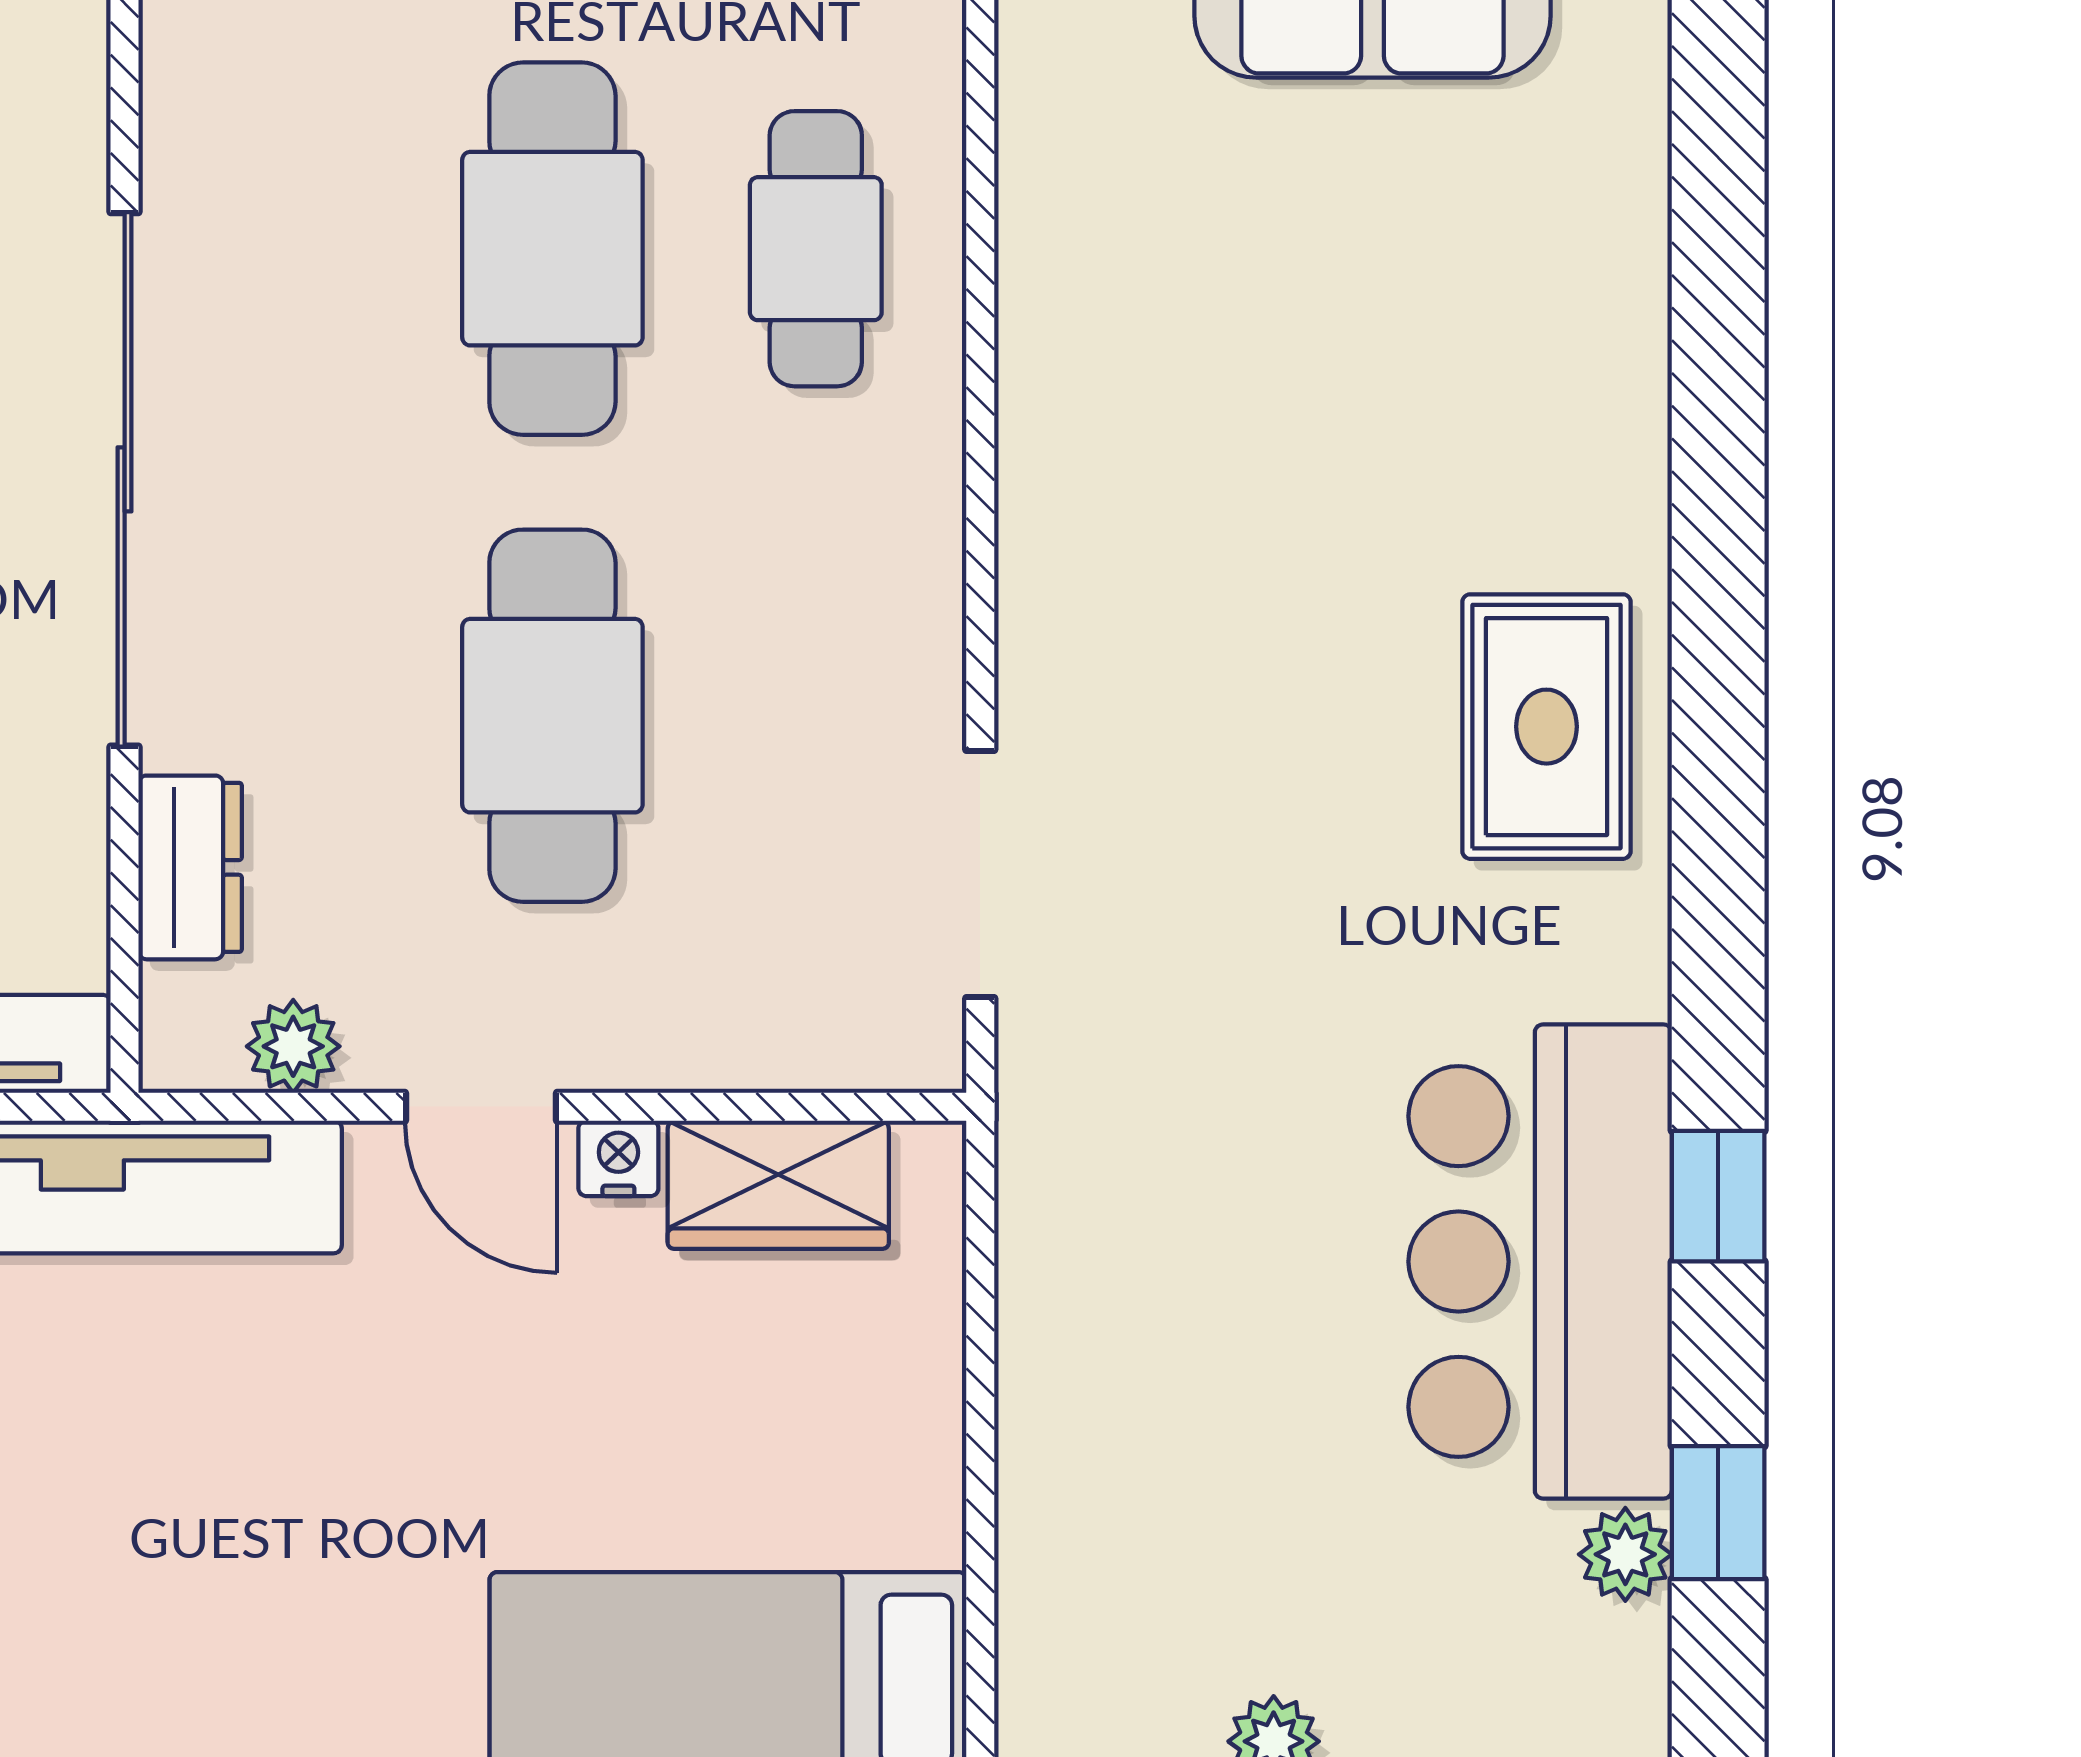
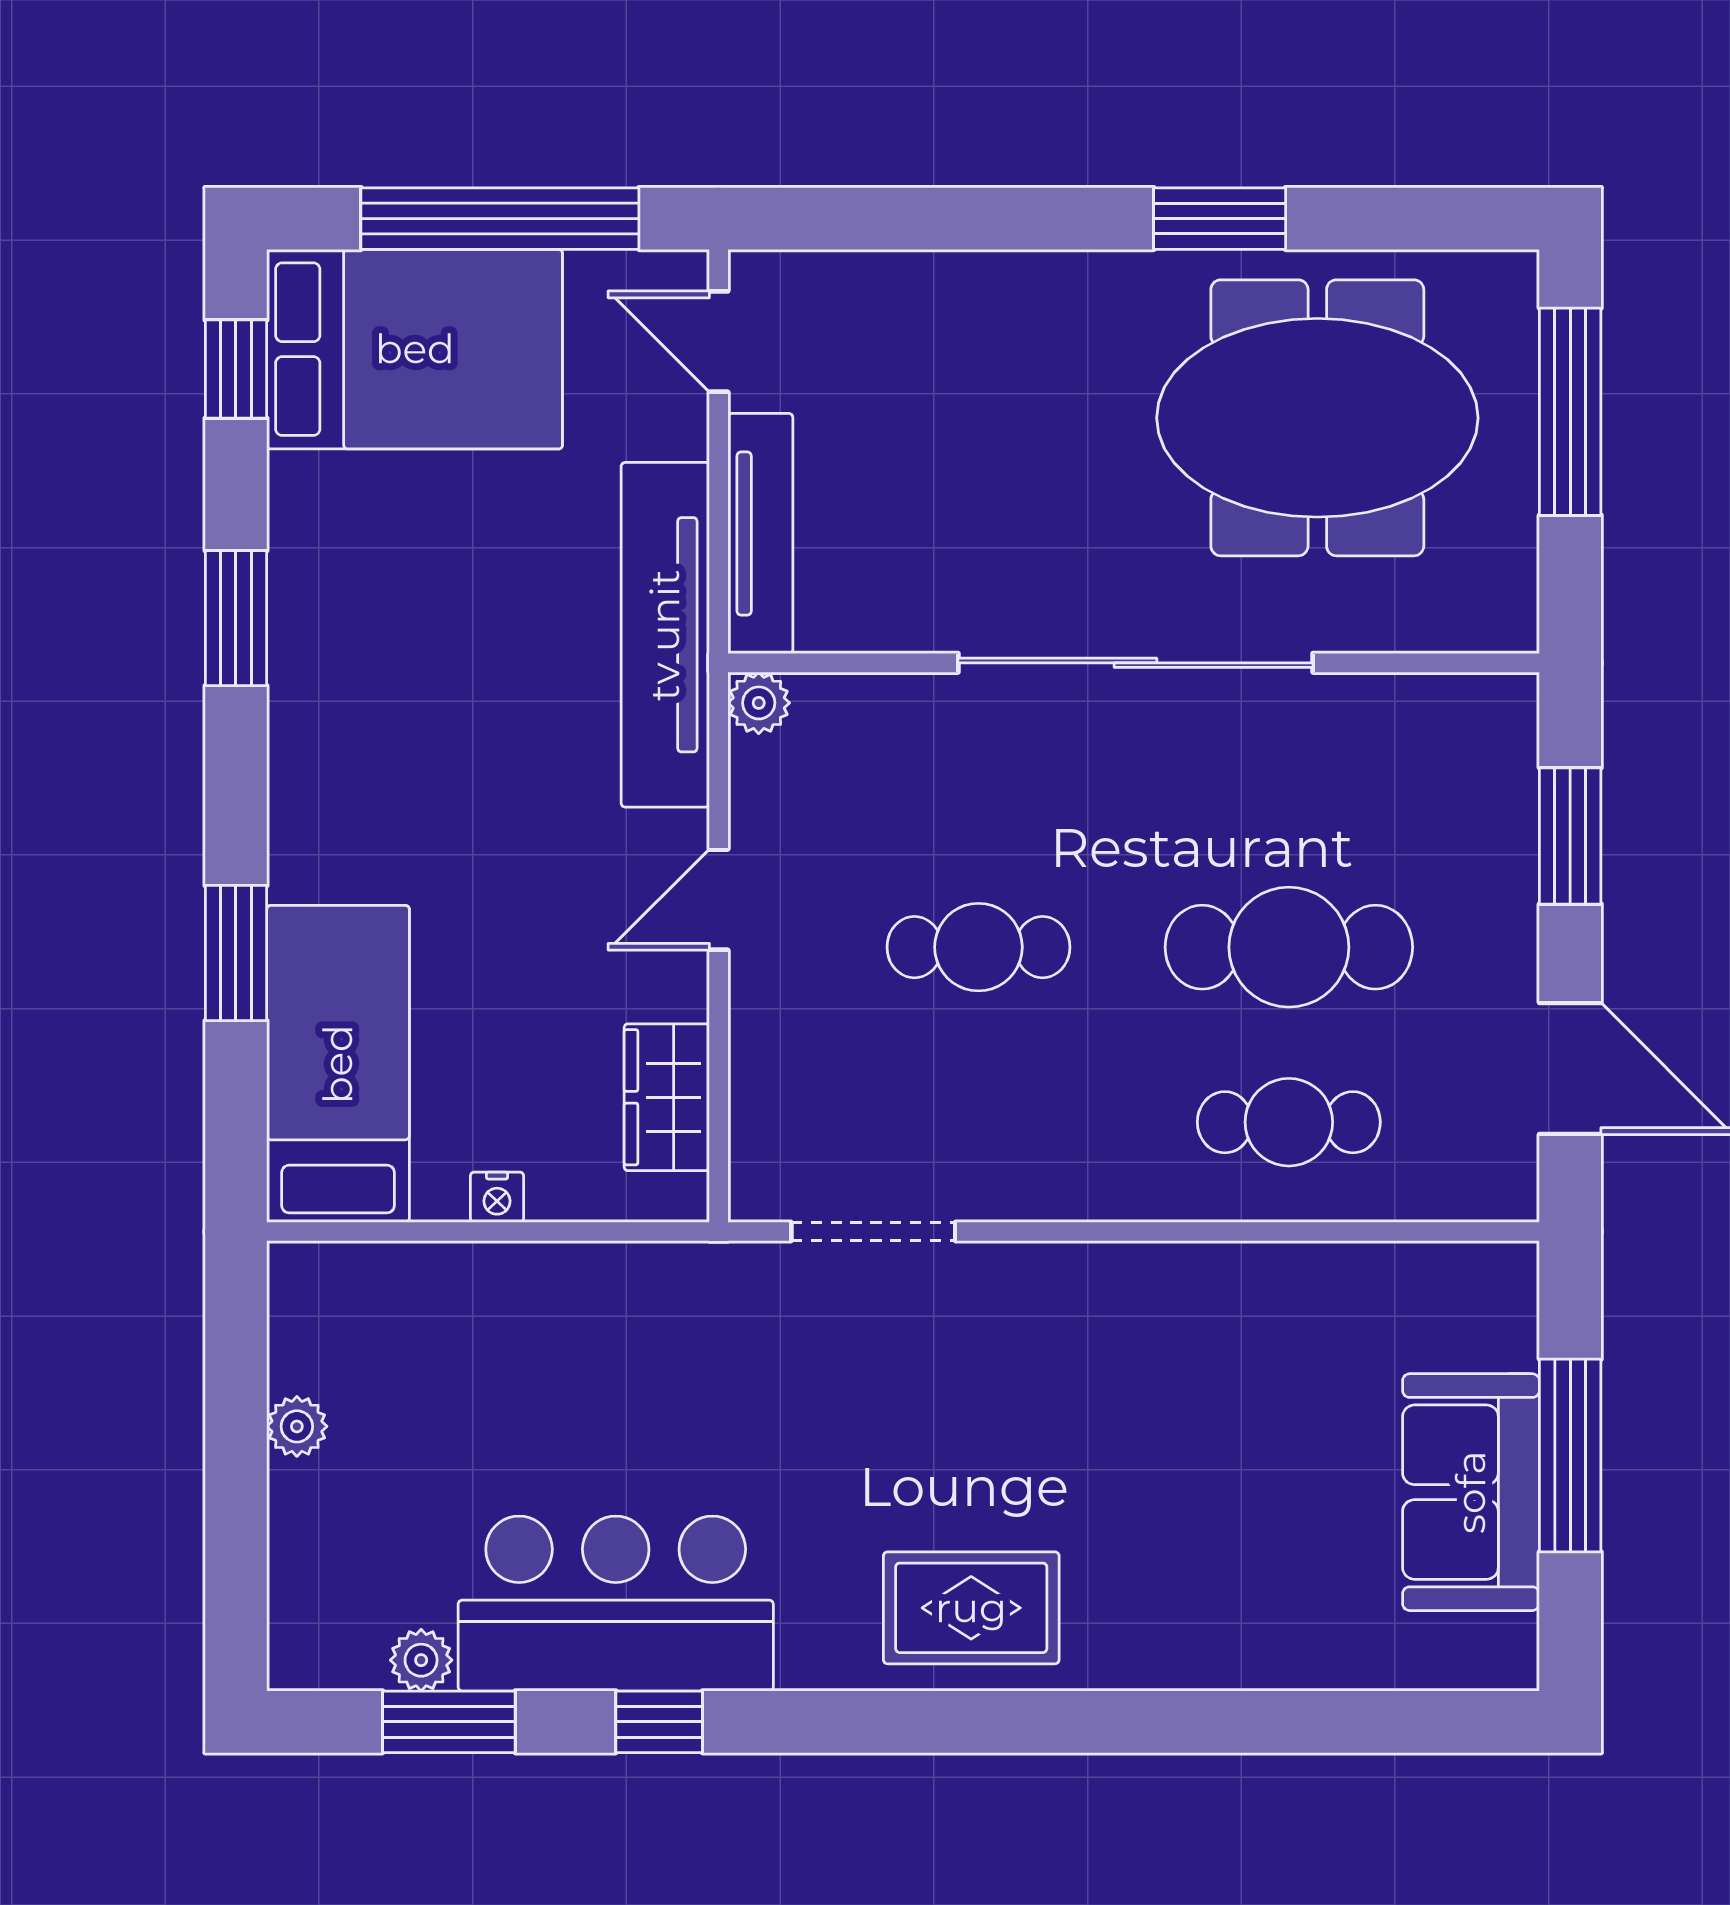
cafe table: (552, 716) -> (978, 947), width x0.73, depth x0.74
dresser: (190, 867) -> (878, 706), removed
plant: (293, 1046) -> (759, 703), moved
nightstand: (618, 1158) -> (497, 1197), moved, turned 90
window: (1718, 1513) -> (449, 1722), width x1.50

